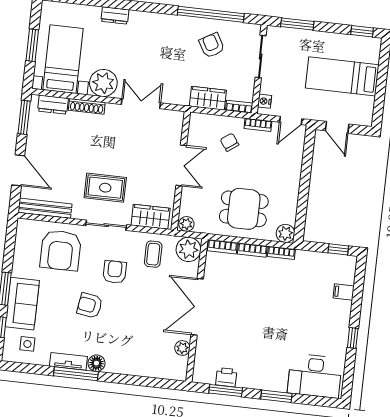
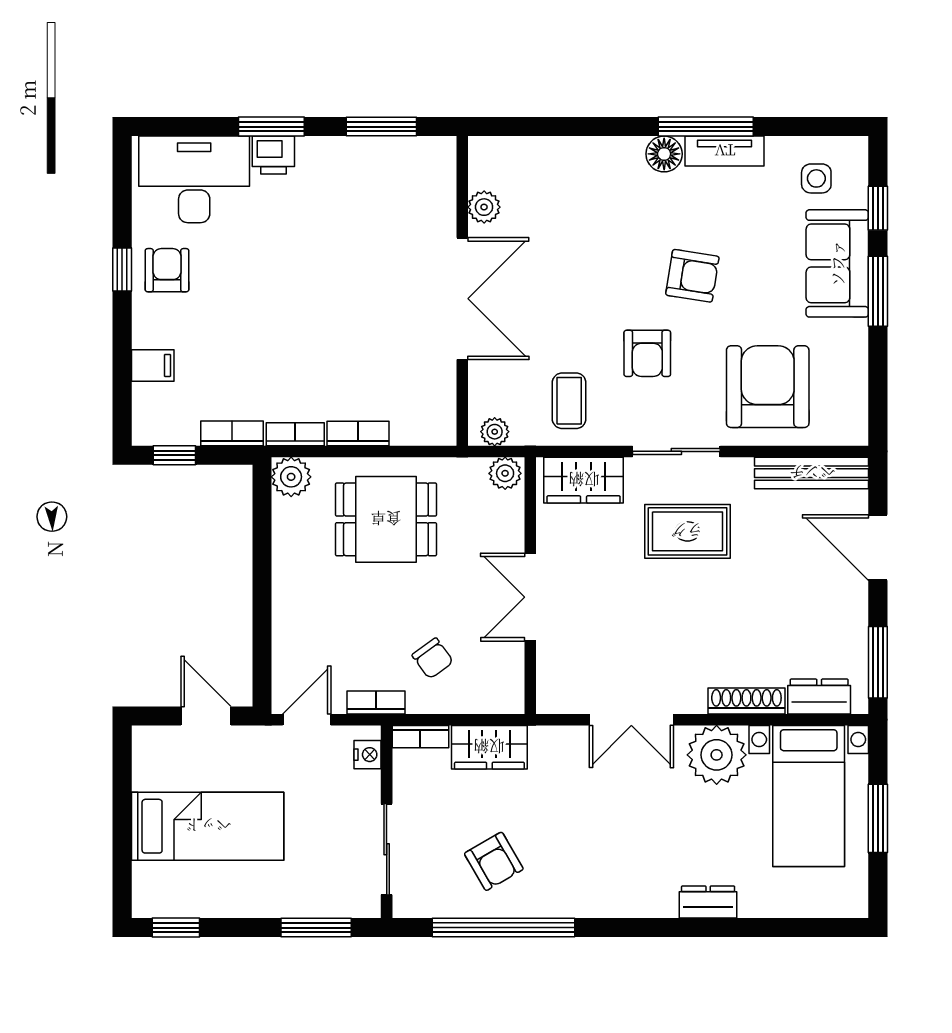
bookcase: (222, 247) -> (232, 433), moved
plant: (188, 249) -> (495, 432), width x0.53, depth x0.53
armchair: (332, 335) -> (167, 270), added
printer: (226, 377) -> (273, 155), moved

